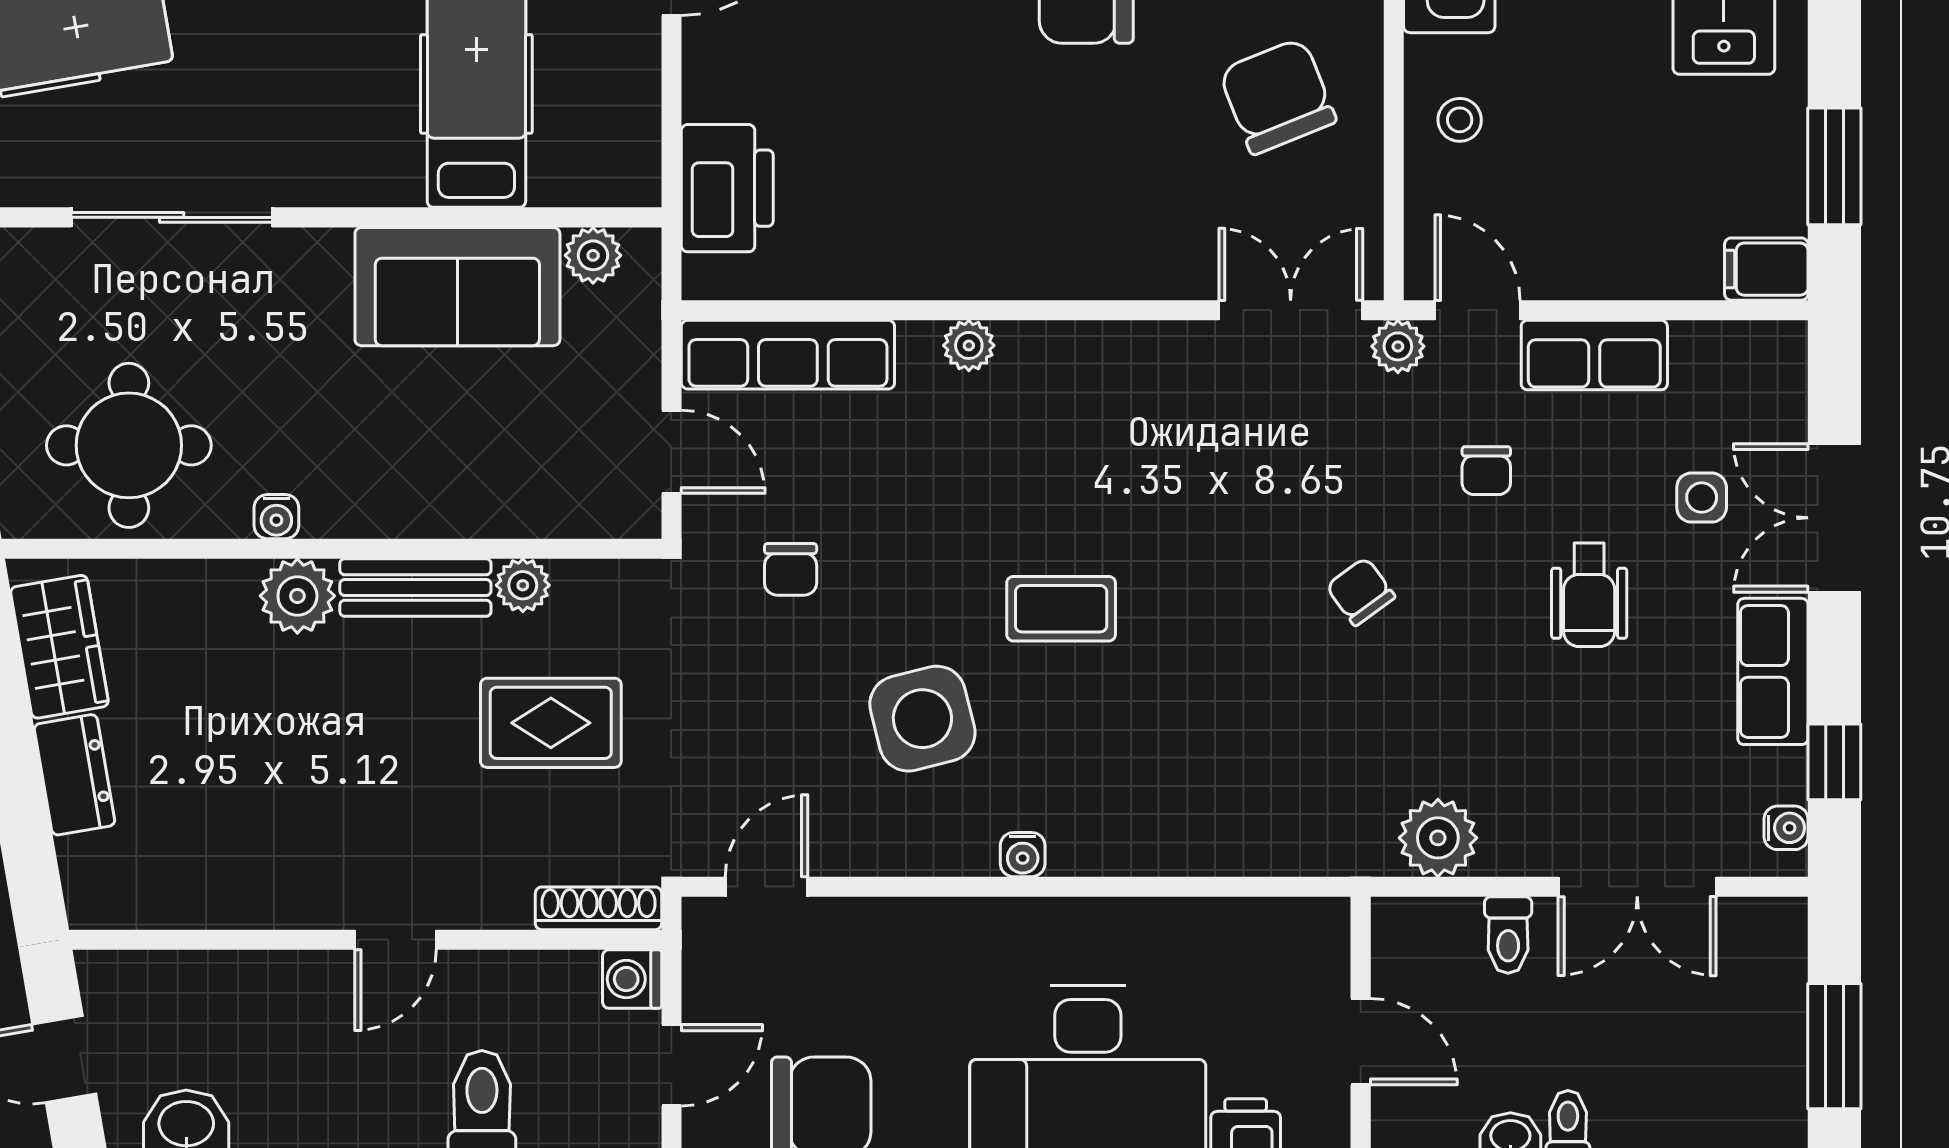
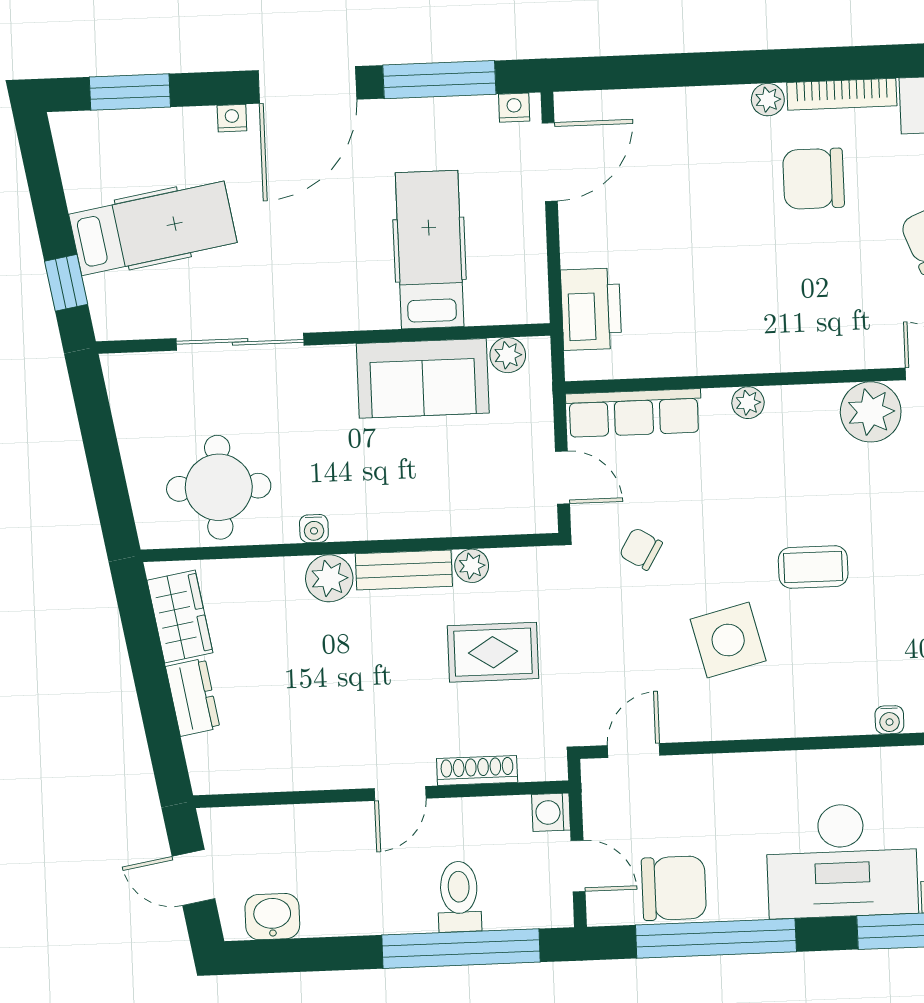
plant: (1162, 368) -> (871, 412), added
chair: (791, 569) -> (641, 549), turned 121
water cooler: (1023, 855) -> (889, 720), moved
shoe rack: (598, 908) -> (477, 770), moved
door: (671, 1065) -> (578, 866), hinge flipped

